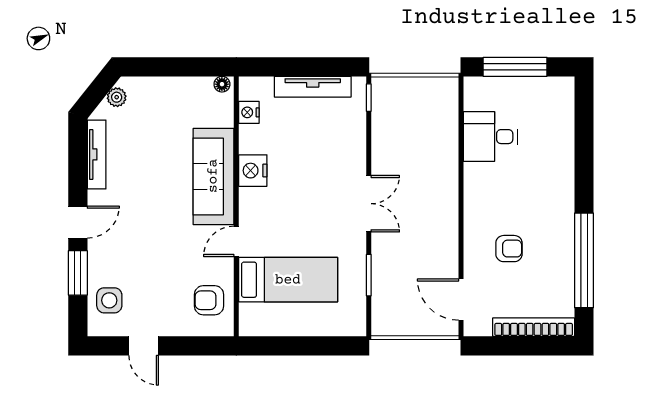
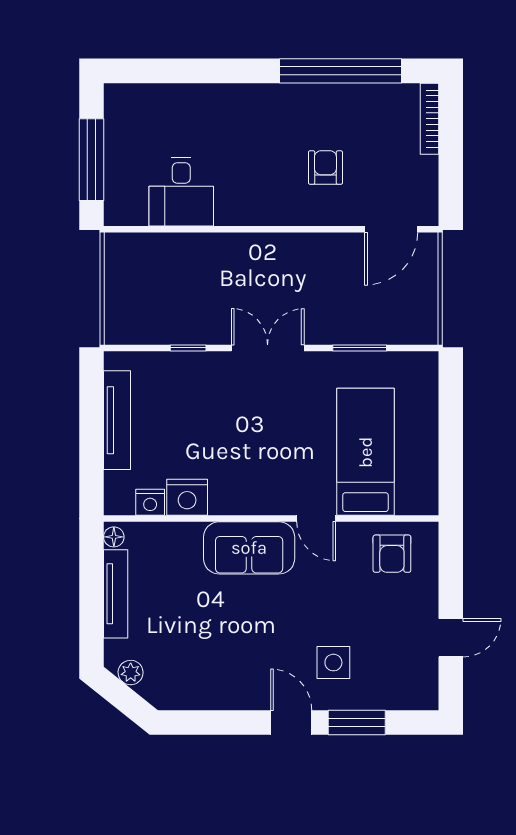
window: (369, 98) -> (188, 348), moved
tv unit: (97, 154) -> (116, 594), moved, turned 90
nightstand: (253, 171) -> (187, 497), moved
sofa: (213, 176) -> (249, 548), width x0.73
side table: (109, 300) -> (333, 663), moved
bookcase: (534, 327) -> (429, 119), width x0.68, depth x0.76

